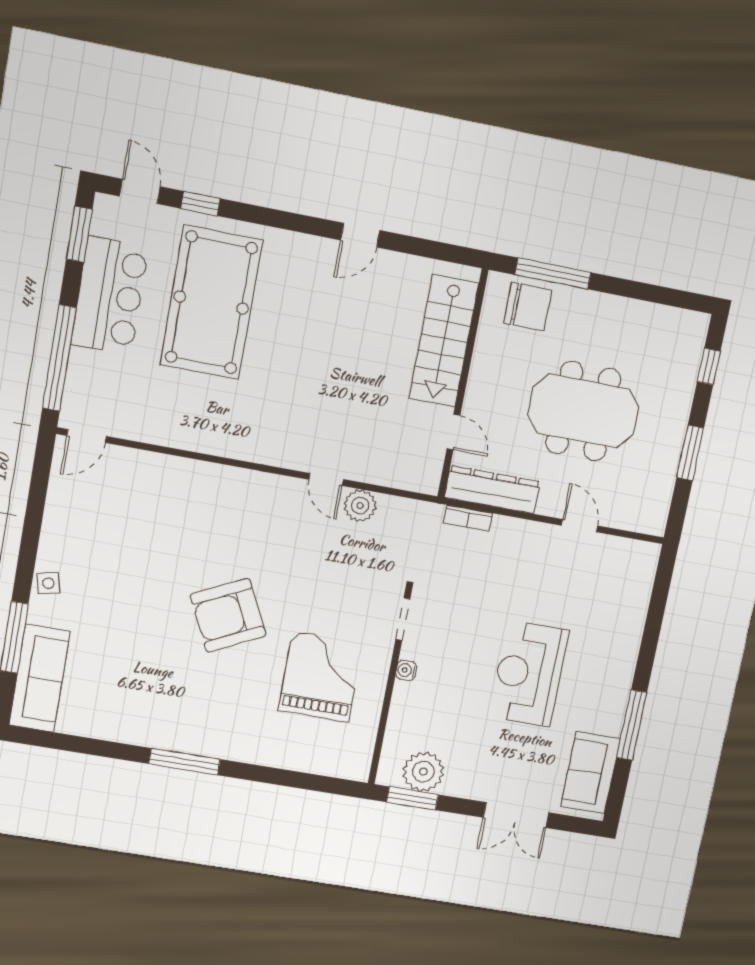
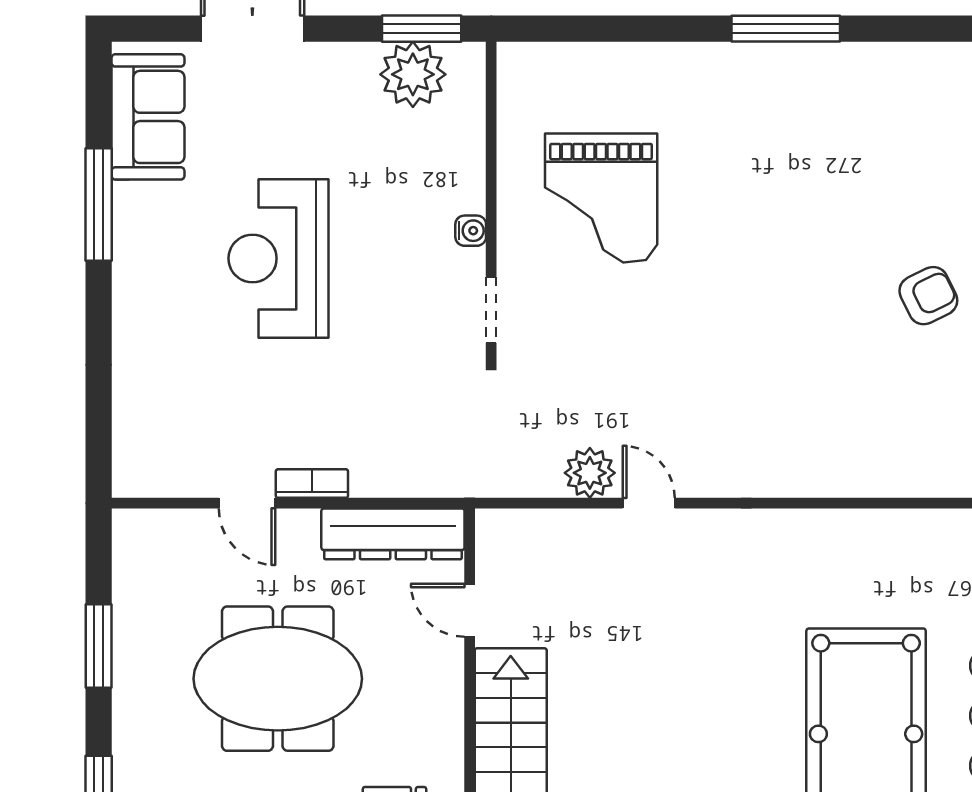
bookcase: (468, 518) -> (312, 484), moved
armchair: (228, 615) -> (928, 296), moved, width x0.53, depth x0.53
reception desk: (529, 674) -> (278, 258), turned 180

